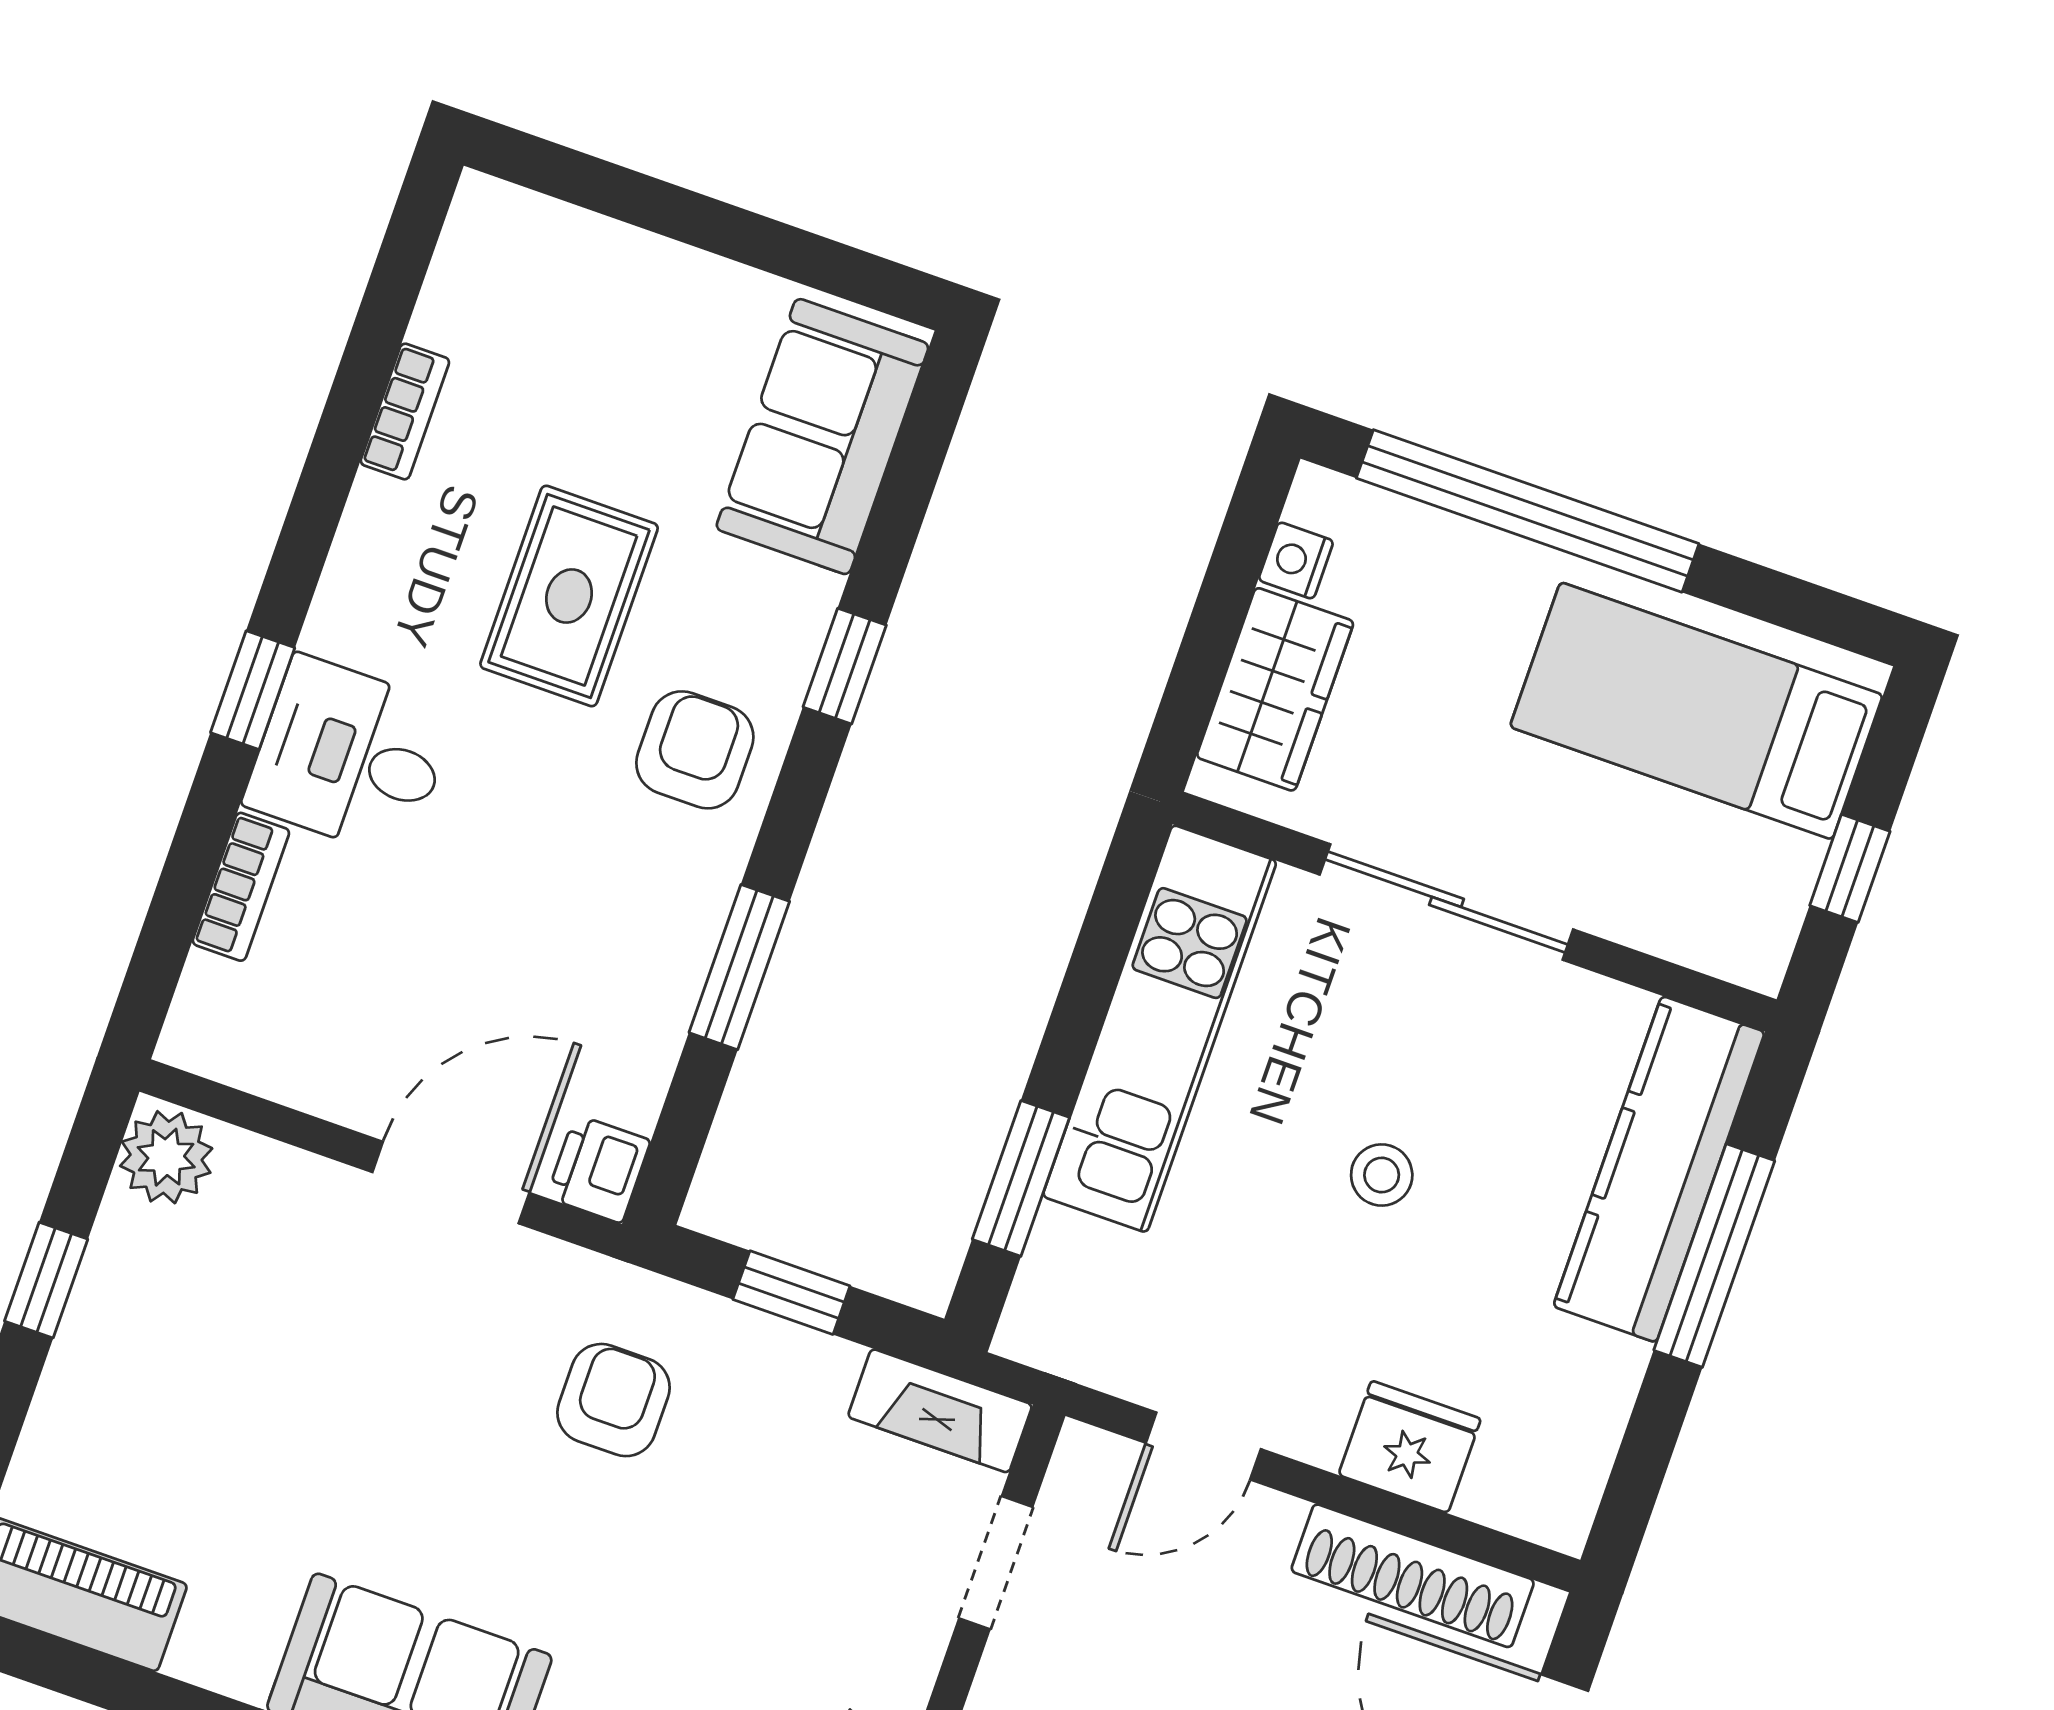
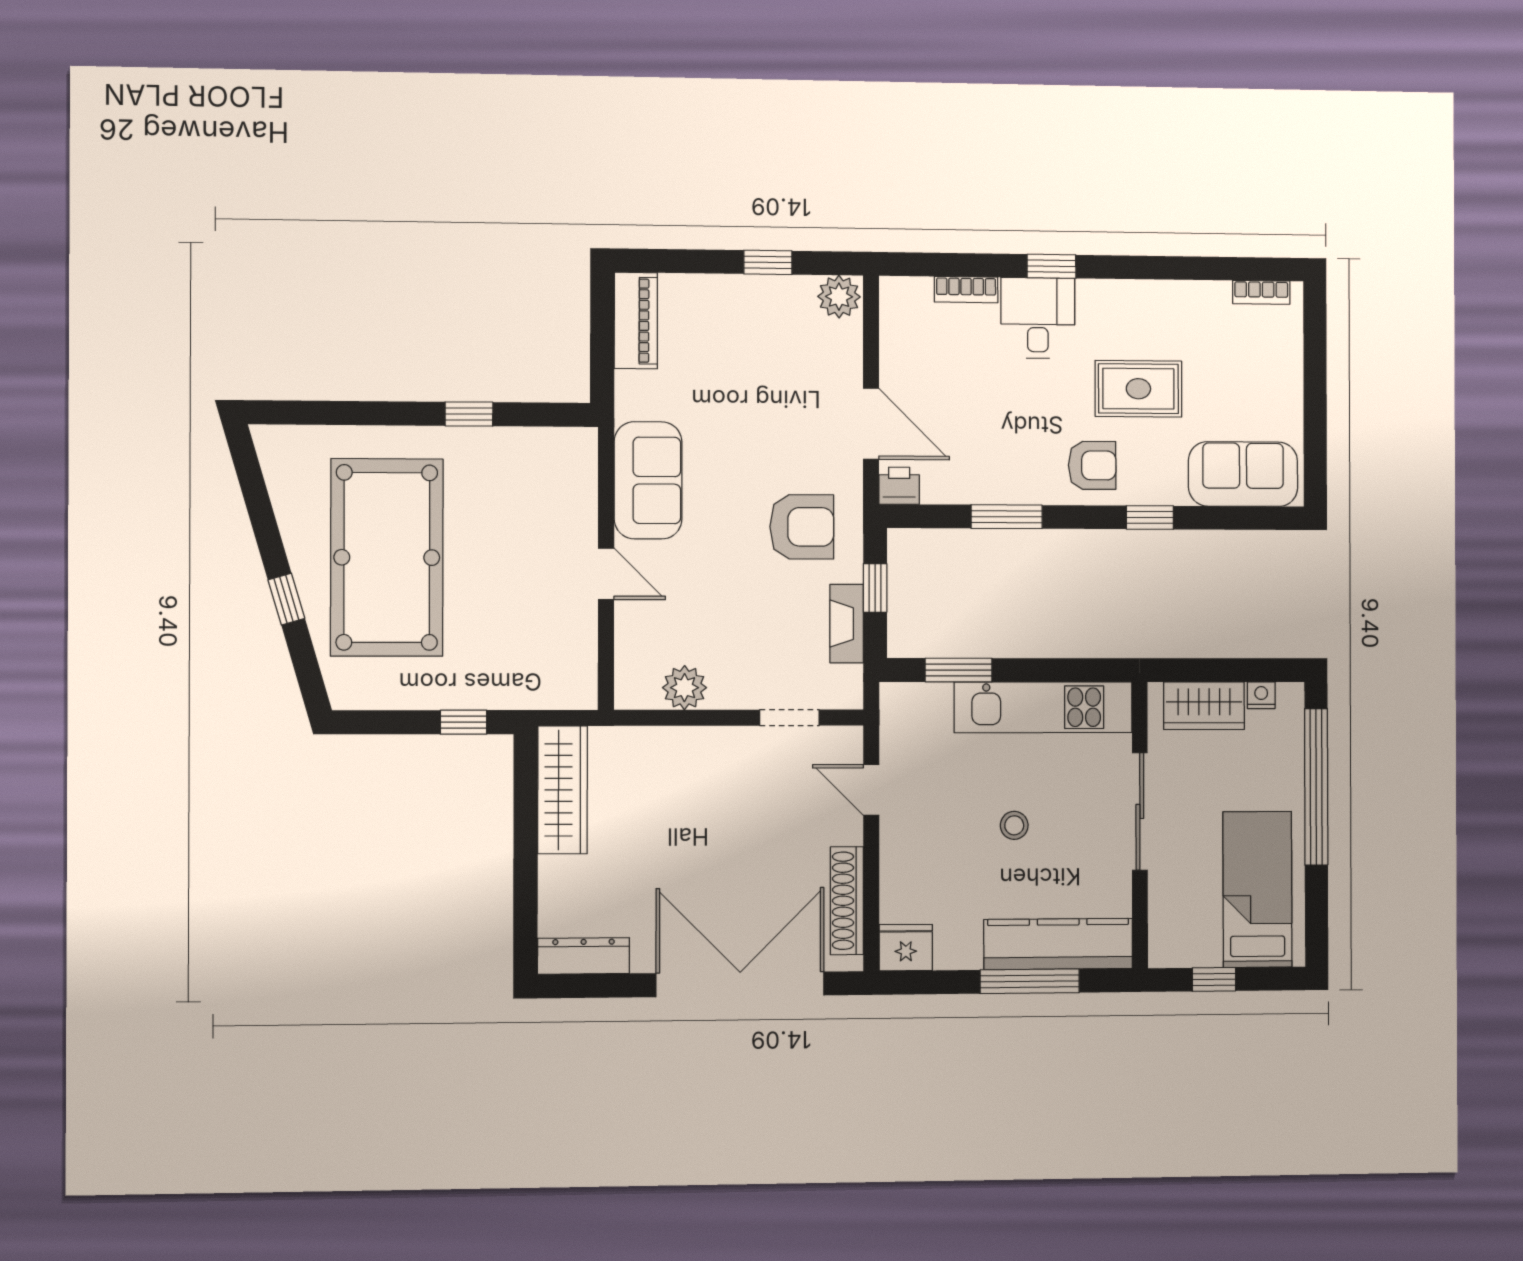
bookcase: (405, 411) -> (1261, 292), moved
armchair: (613, 1400) -> (802, 527), width x1.38, depth x1.38
fireplace: (940, 1411) -> (847, 624), moved
fridge: (1410, 1447) -> (906, 948), moved, turned -90

